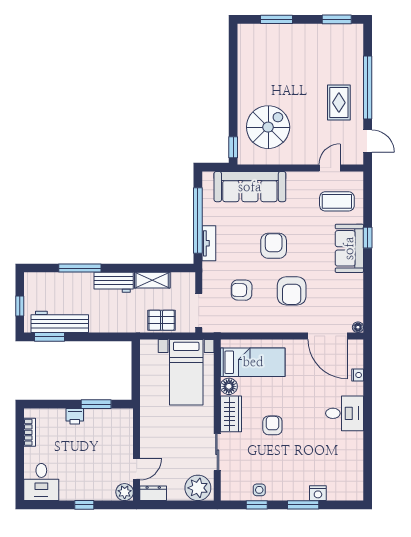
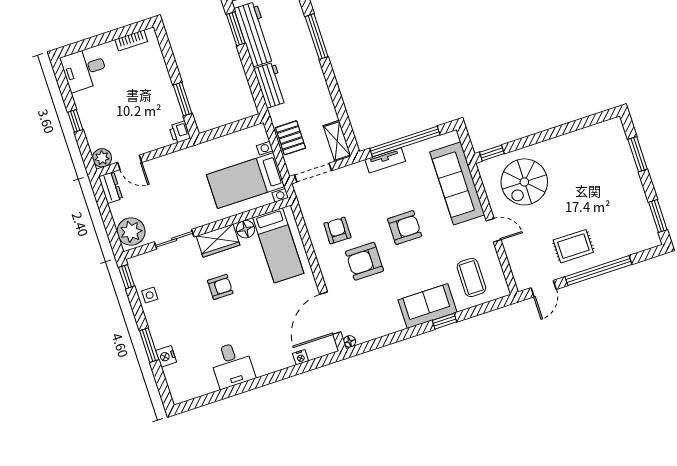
spiral stairs: (268, 127) -> (524, 182), turned 90
door: (330, 168) -> (494, 230), moved
shelving: (152, 280) -> (337, 141), moved
workbench: (114, 282) -> (271, 85), moved, turned 180
armchair: (242, 290) -> (337, 230), moved
desk: (345, 413) -> (232, 365), moved
printer: (75, 416) -> (180, 132), moved
window: (257, 505) -> (127, 277), moved

